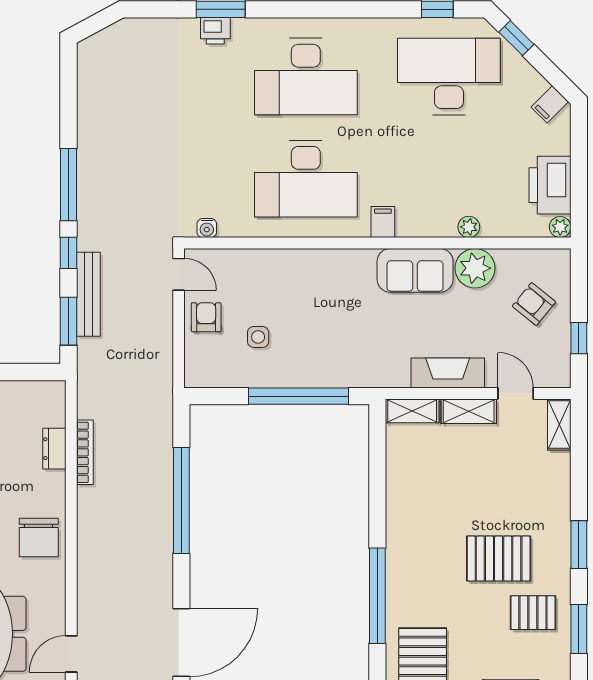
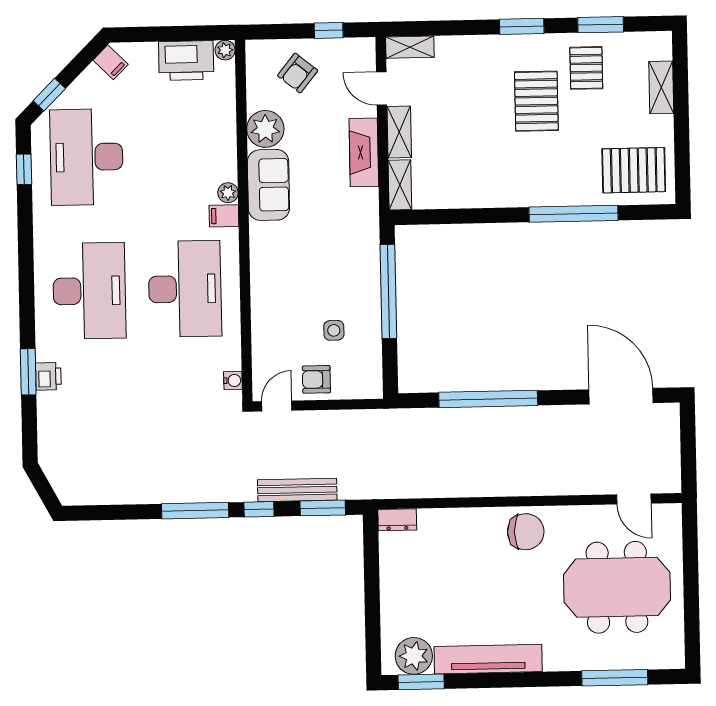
plant: (469, 227) -> (228, 193), moved
door: (516, 393) -> (382, 88), hinge flipped
dresser: (54, 449) -> (397, 520), moved
bookcase: (85, 452) -> (445, 490), removed

